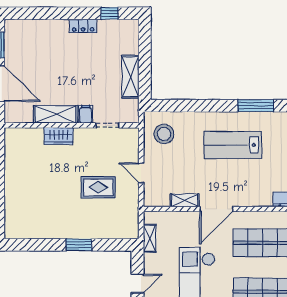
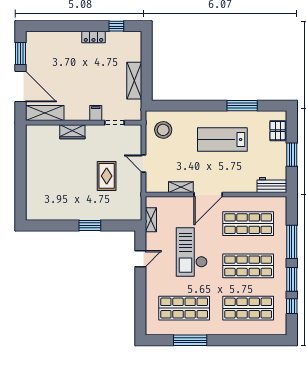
shelving: (56, 114) -> (45, 113), moved
rug: (98, 187) -> (107, 176), turned 90

